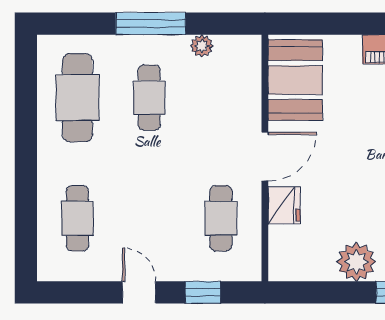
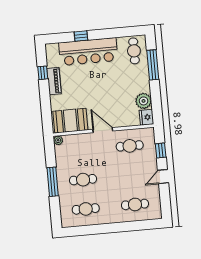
plant: (202, 46) -> (58, 140), moved
cafe table: (77, 98) -> (86, 209), width x0.73, depth x0.74
fridge: (284, 205) -> (146, 117), moved, turned -90
plant: (356, 262) -> (144, 101), moved

